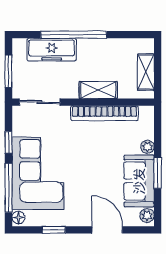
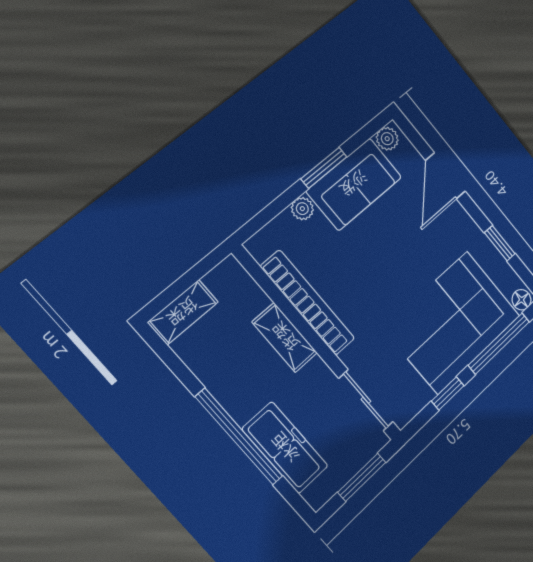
shelving: (146, 72) -> (183, 312), moved

